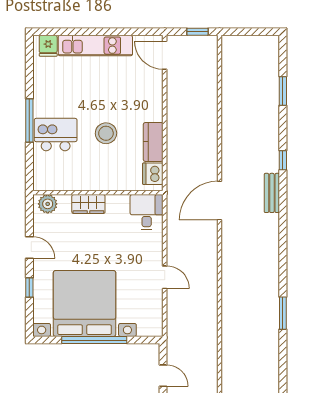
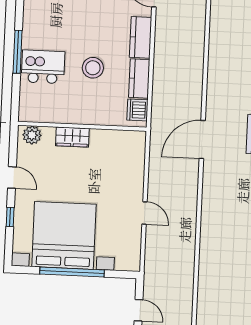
kitchen counter: (153, 100) -> (141, 37), added
desk: (147, 212) -> (130, 148), removed

